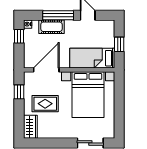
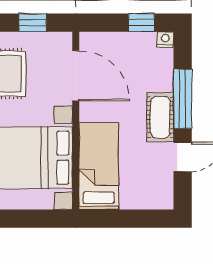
cot: (51, 27) -> (160, 117), moved
window: (119, 44) -> (126, 219), removed

